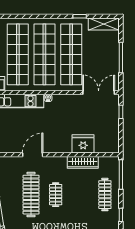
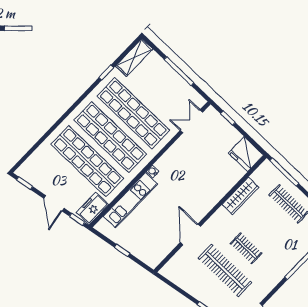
double door: (99, 93) -> (191, 121), width x0.73
fridge: (83, 144) -> (246, 154), moved, turned -90

